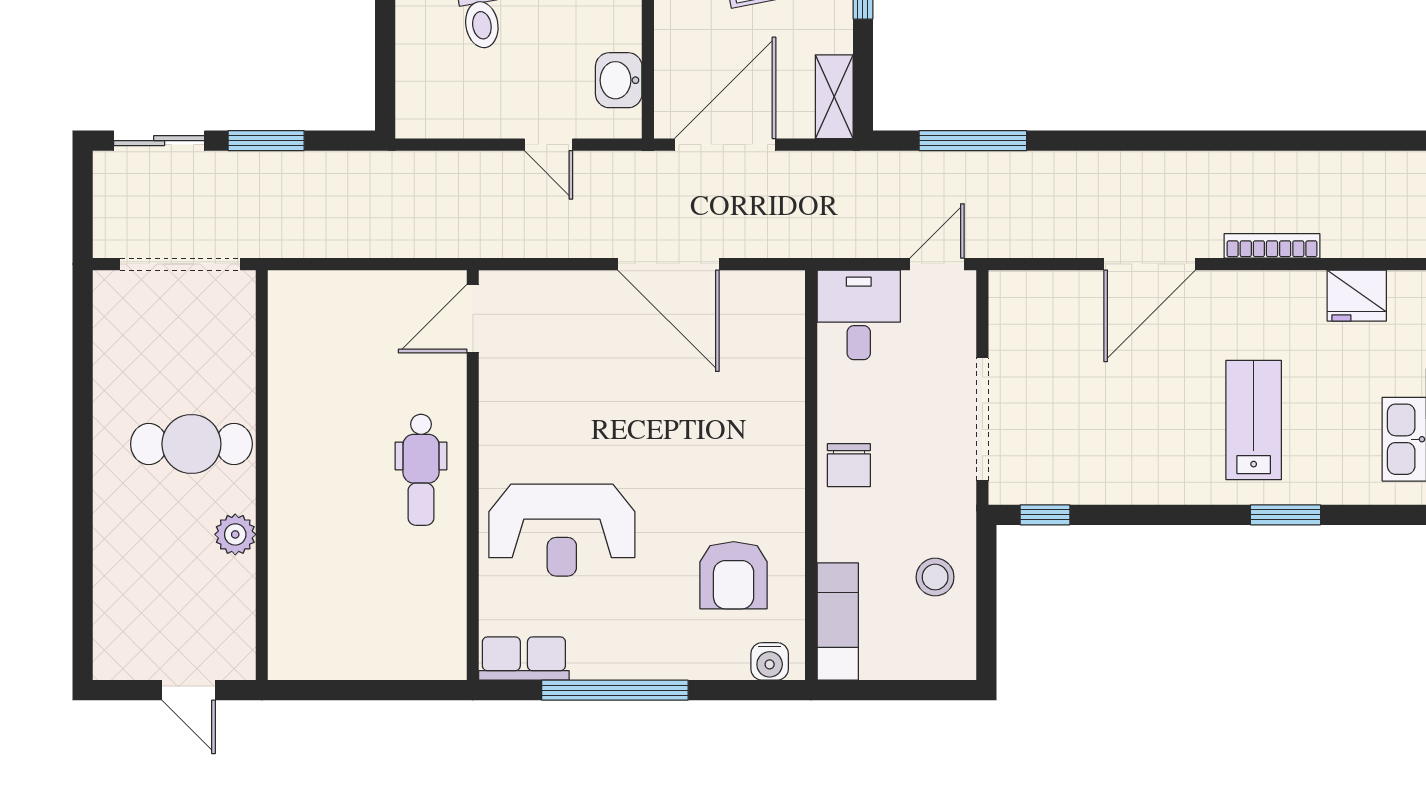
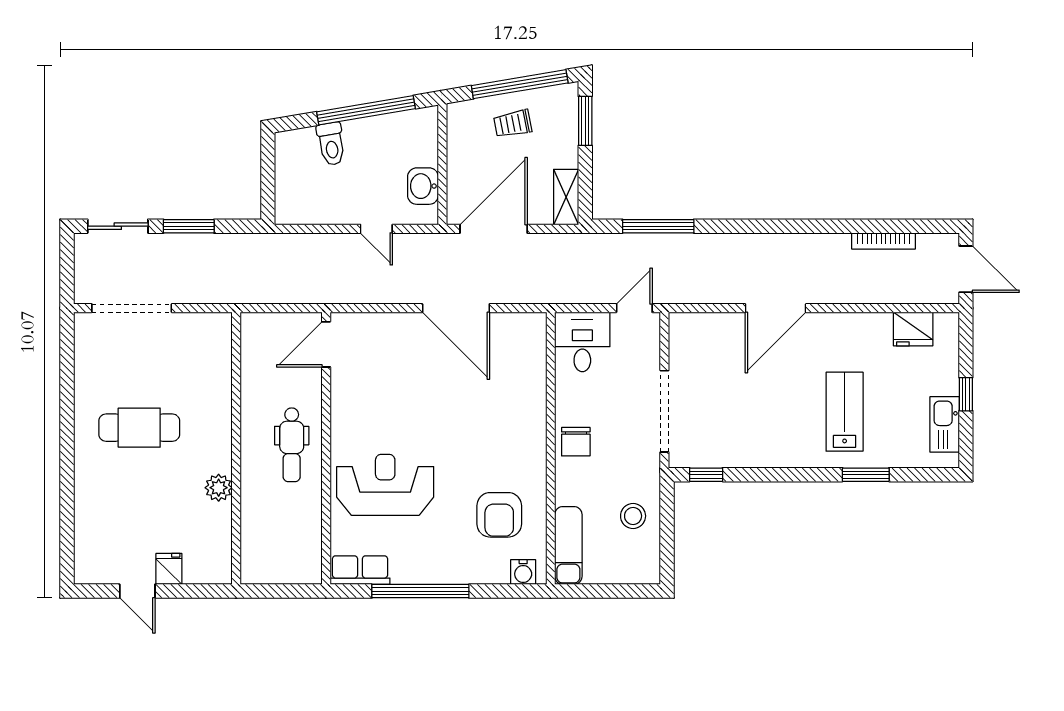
bookcase: (1272, 246) -> (883, 241), moved, turned 180
wall: (262, 475) -> (236, 448), moved
reception desk: (562, 530) -> (385, 485), turned 180
plant: (235, 534) -> (219, 488), moved
fridge: (236, 657) -> (169, 569), added

